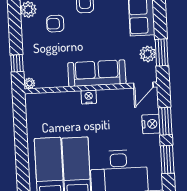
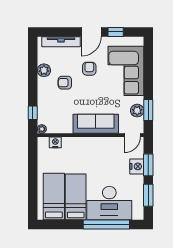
nightstand: (89, 97) -> (55, 142), moved

